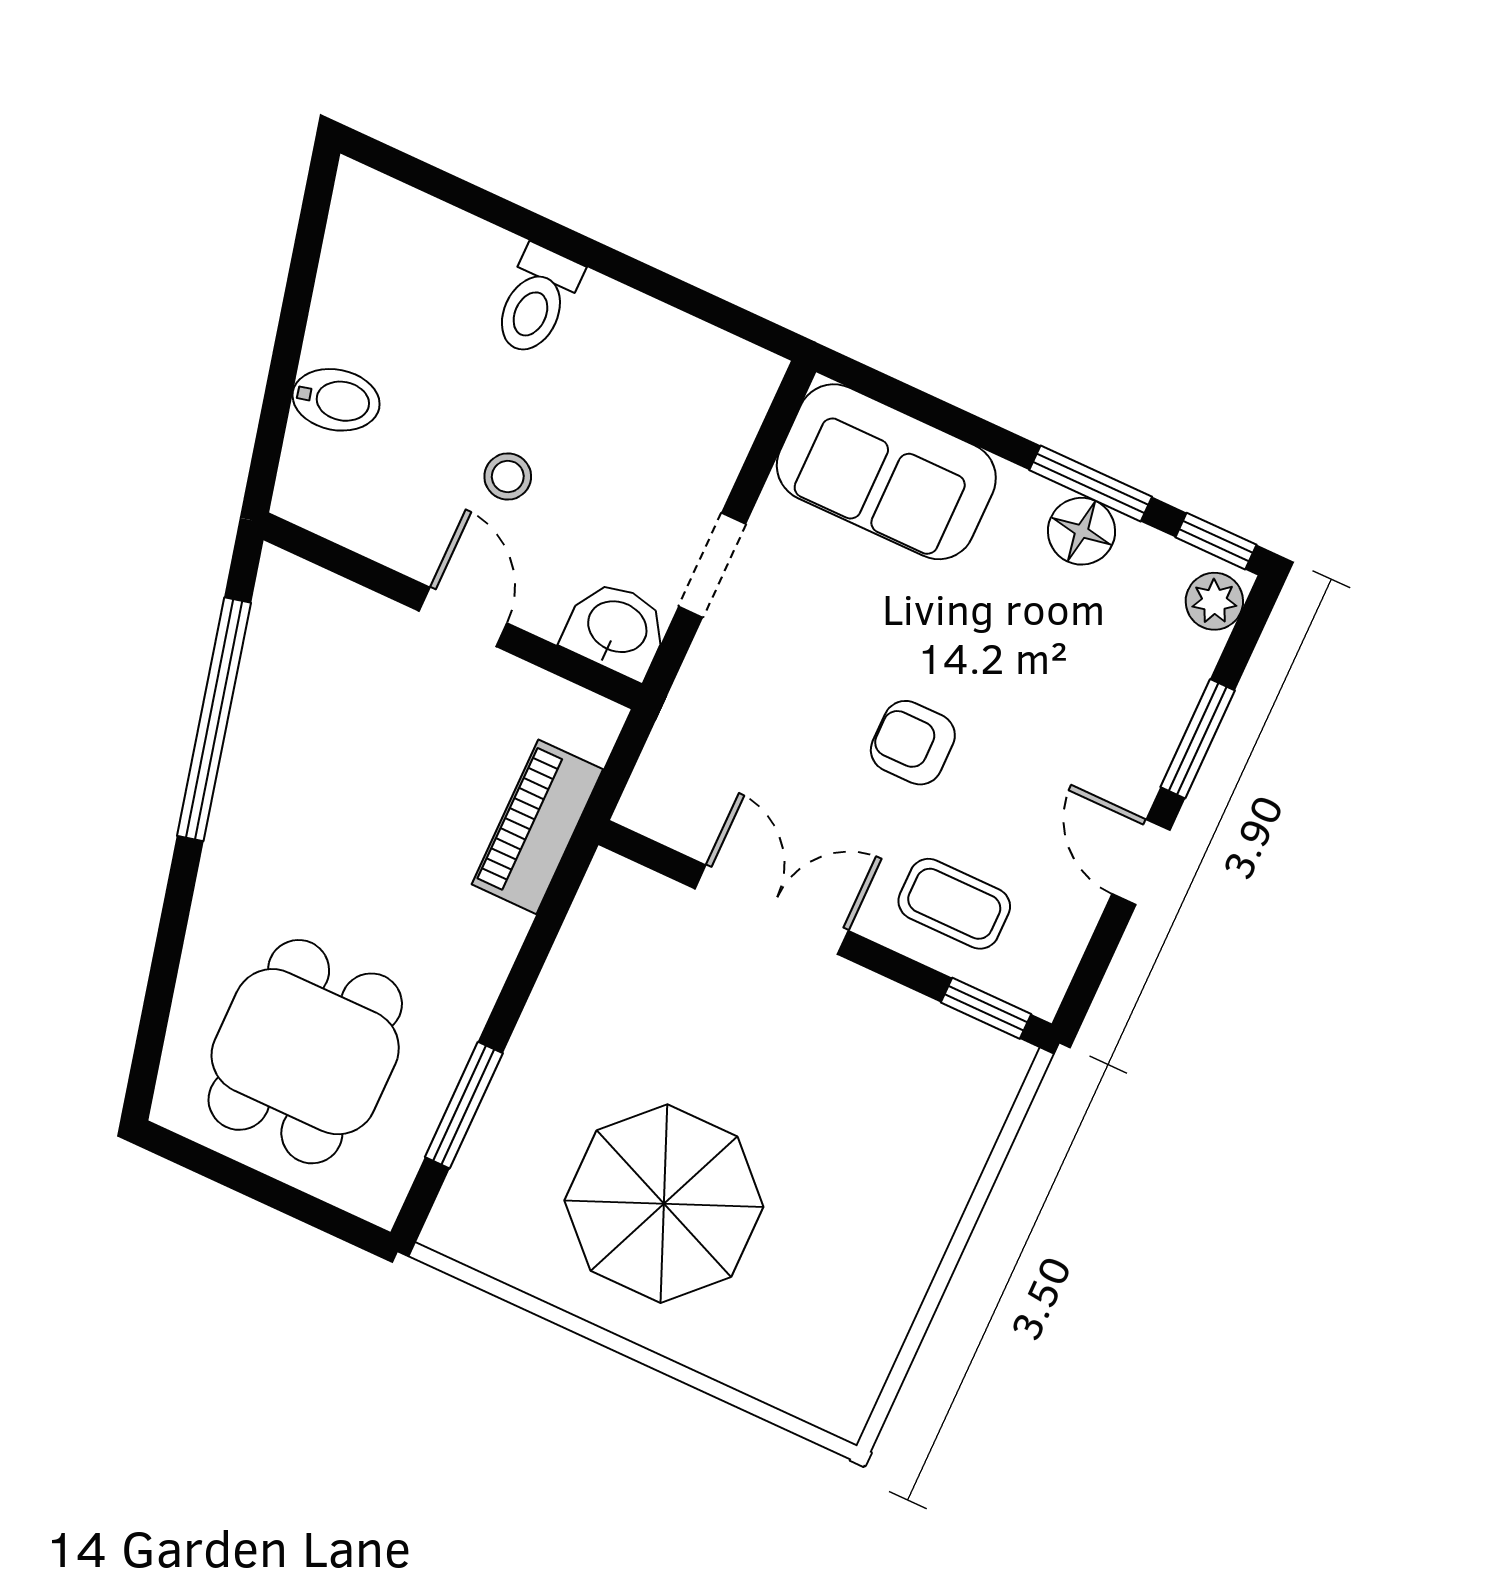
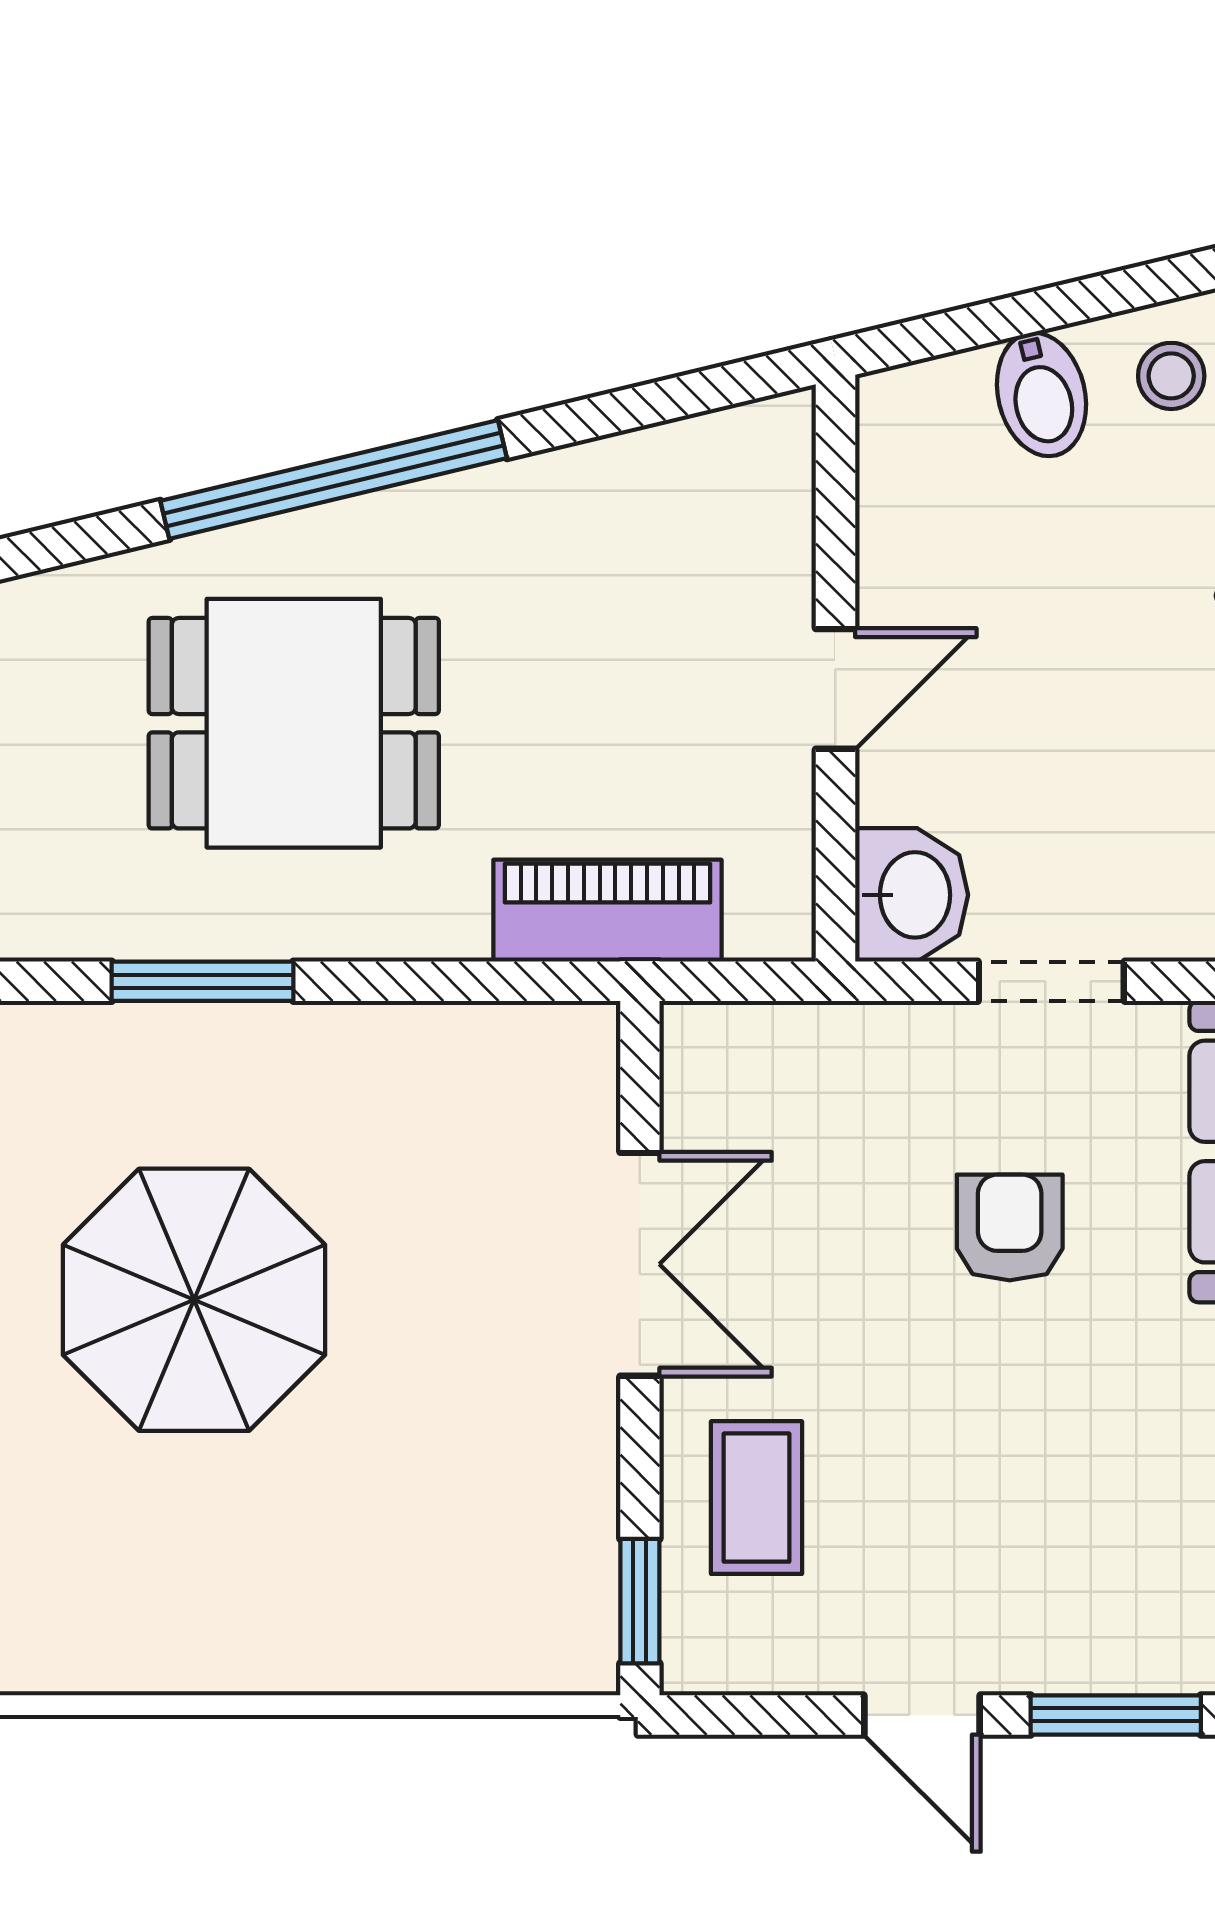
stool: (508, 476) -> (1171, 376), moved
window: (214, 719) -> (334, 479), moved
armchair: (913, 743) -> (1010, 1228), moved
door: (1141, 862) -> (922, 1715), swing flipped
dining table: (305, 1052) -> (294, 723), moved

